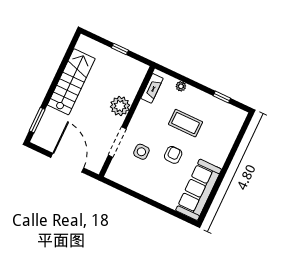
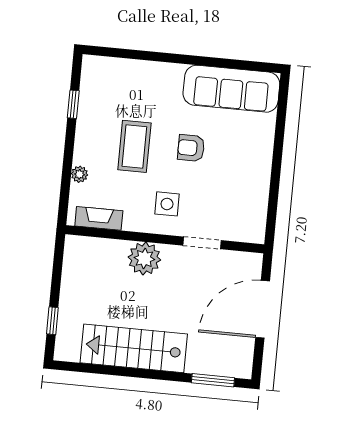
window: (120, 49) -> (52, 321), moved
doorway: (117, 142) -> (202, 243), width x0.73
side table: (141, 152) -> (167, 204), moved

